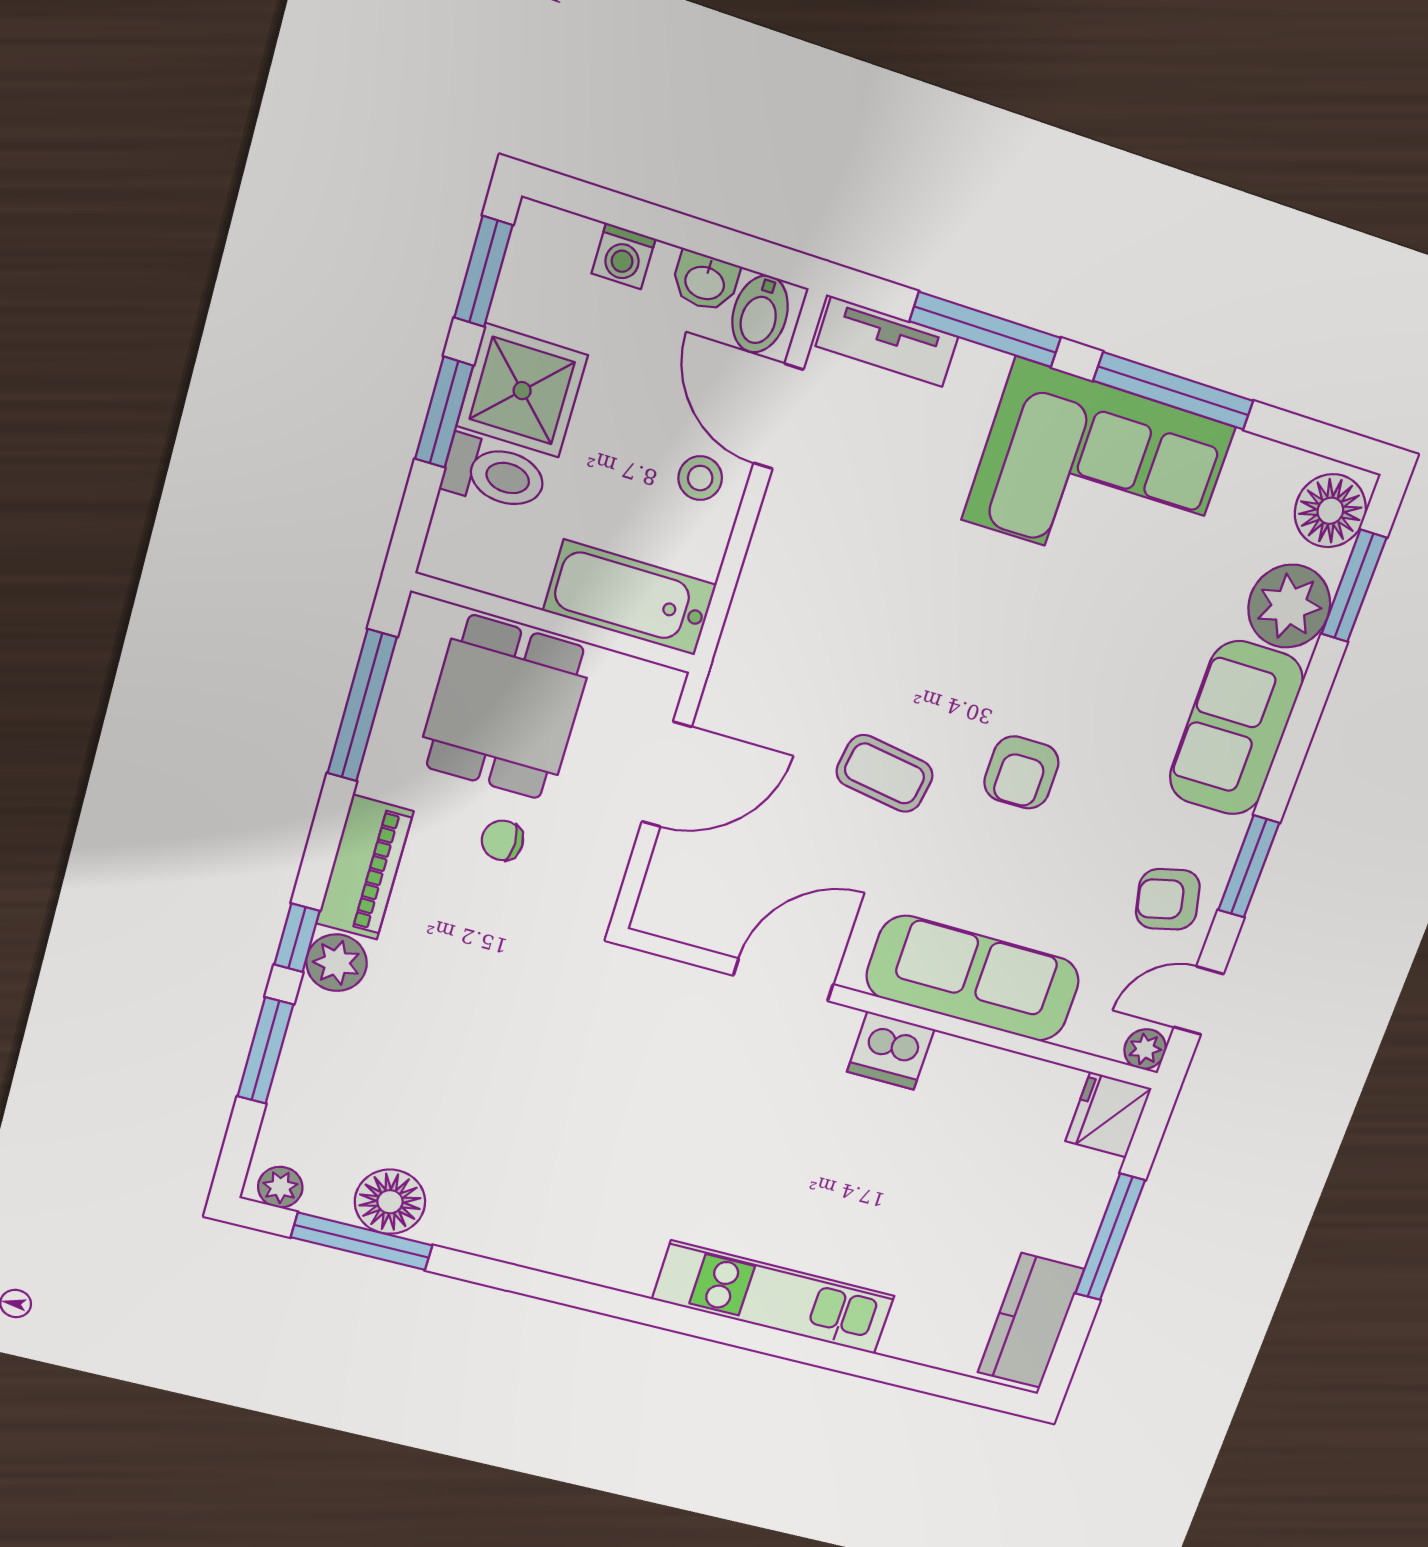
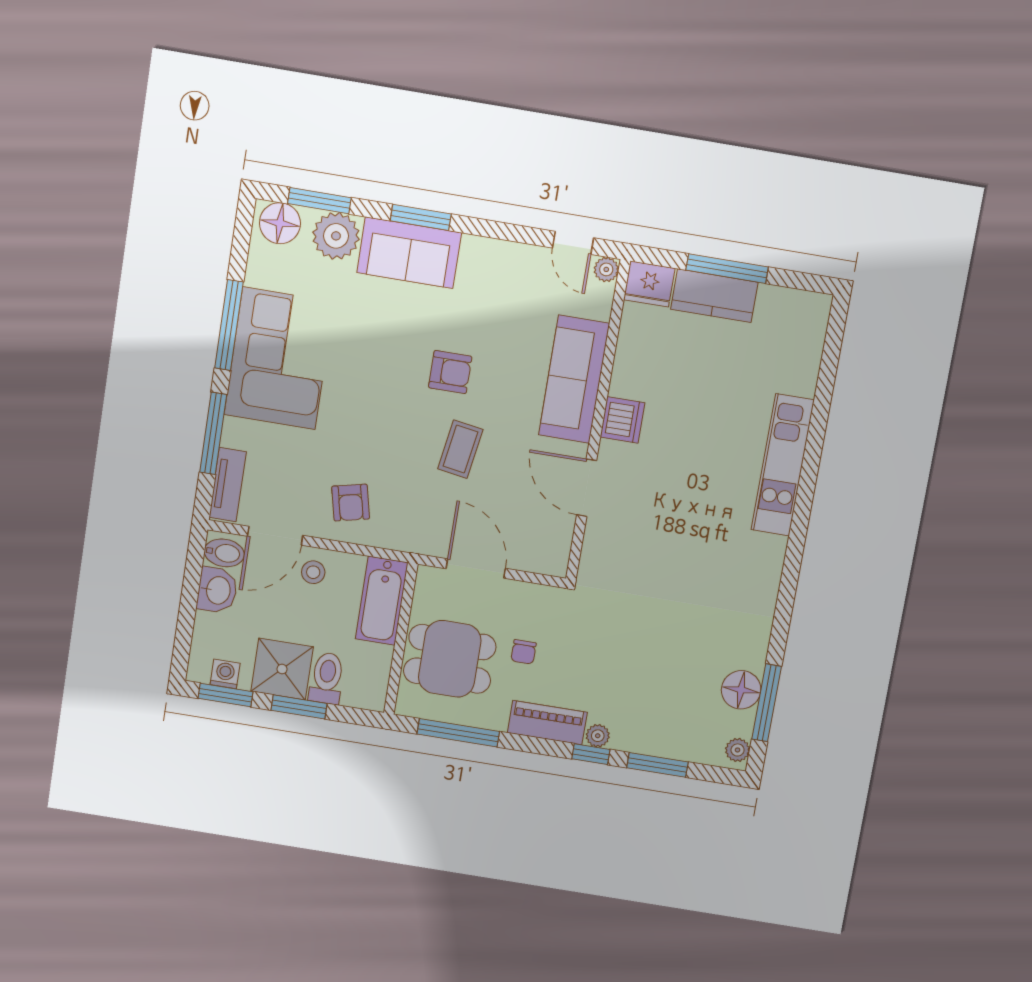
washing machine: (624, 256) -> (225, 674), moved, turned -90
washbasin: (705, 282) -> (217, 590), width x1.38, depth x1.45
window: (1249, 866) -> (421, 217), moved
armchair: (1168, 899) -> (351, 503), moved
plant: (337, 963) -> (598, 736), width x0.73, depth x0.73
kitchen counter: (1031, 1321) -> (714, 296), moved

